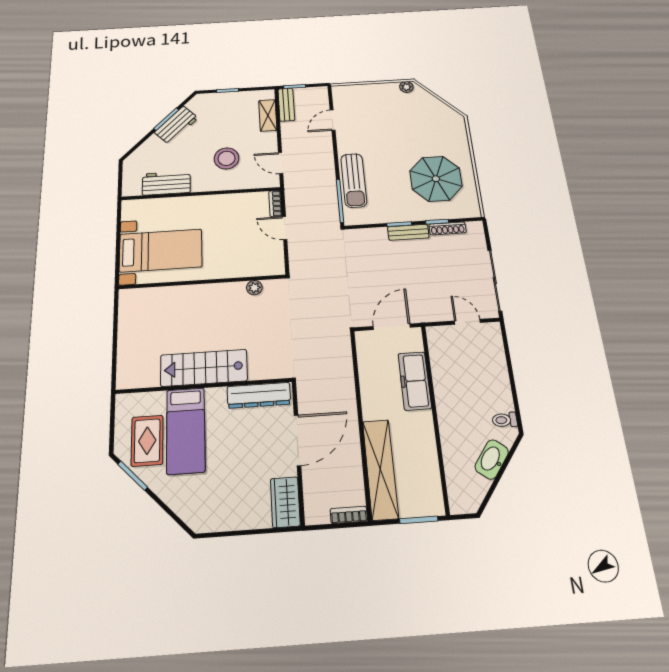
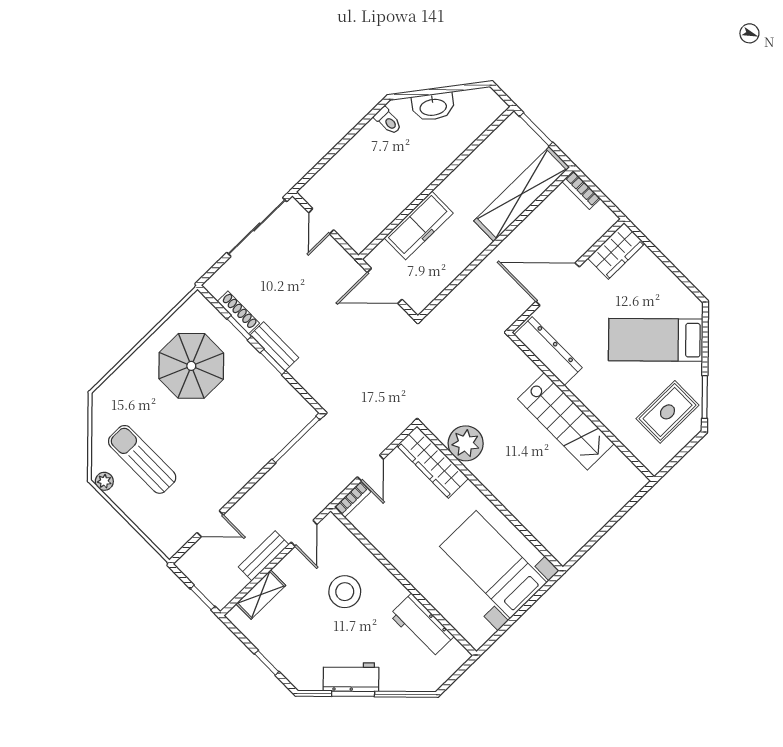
bench: (286, 105) -> (264, 556), moved
sun lounger: (354, 180) -> (142, 459), moved, turned -90
wardrobe: (255, 266) -> (433, 462), added
plant: (254, 288) -> (466, 443), width x1.88, depth x1.88
bed: (186, 431) -> (656, 340), moved, turned -135

